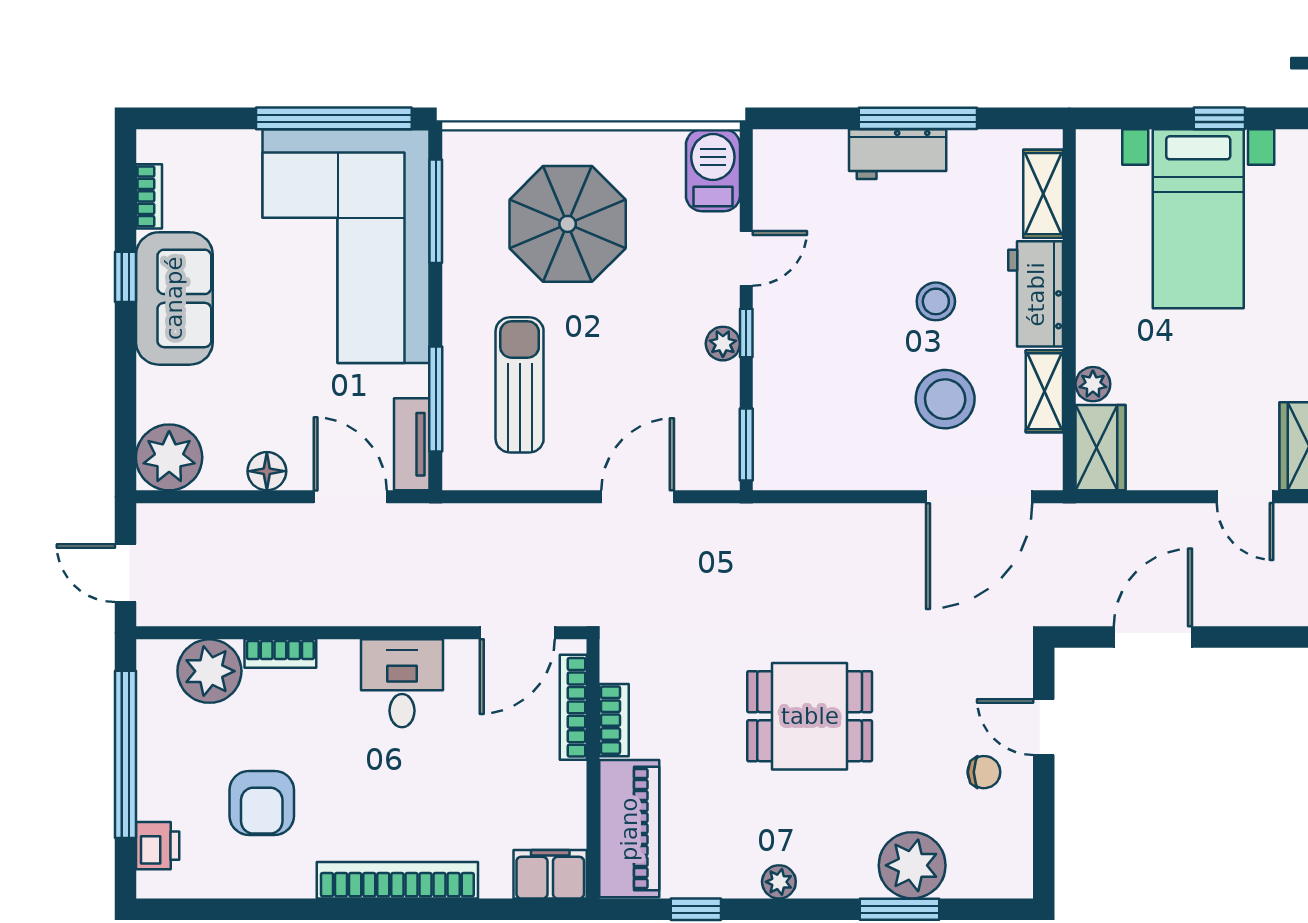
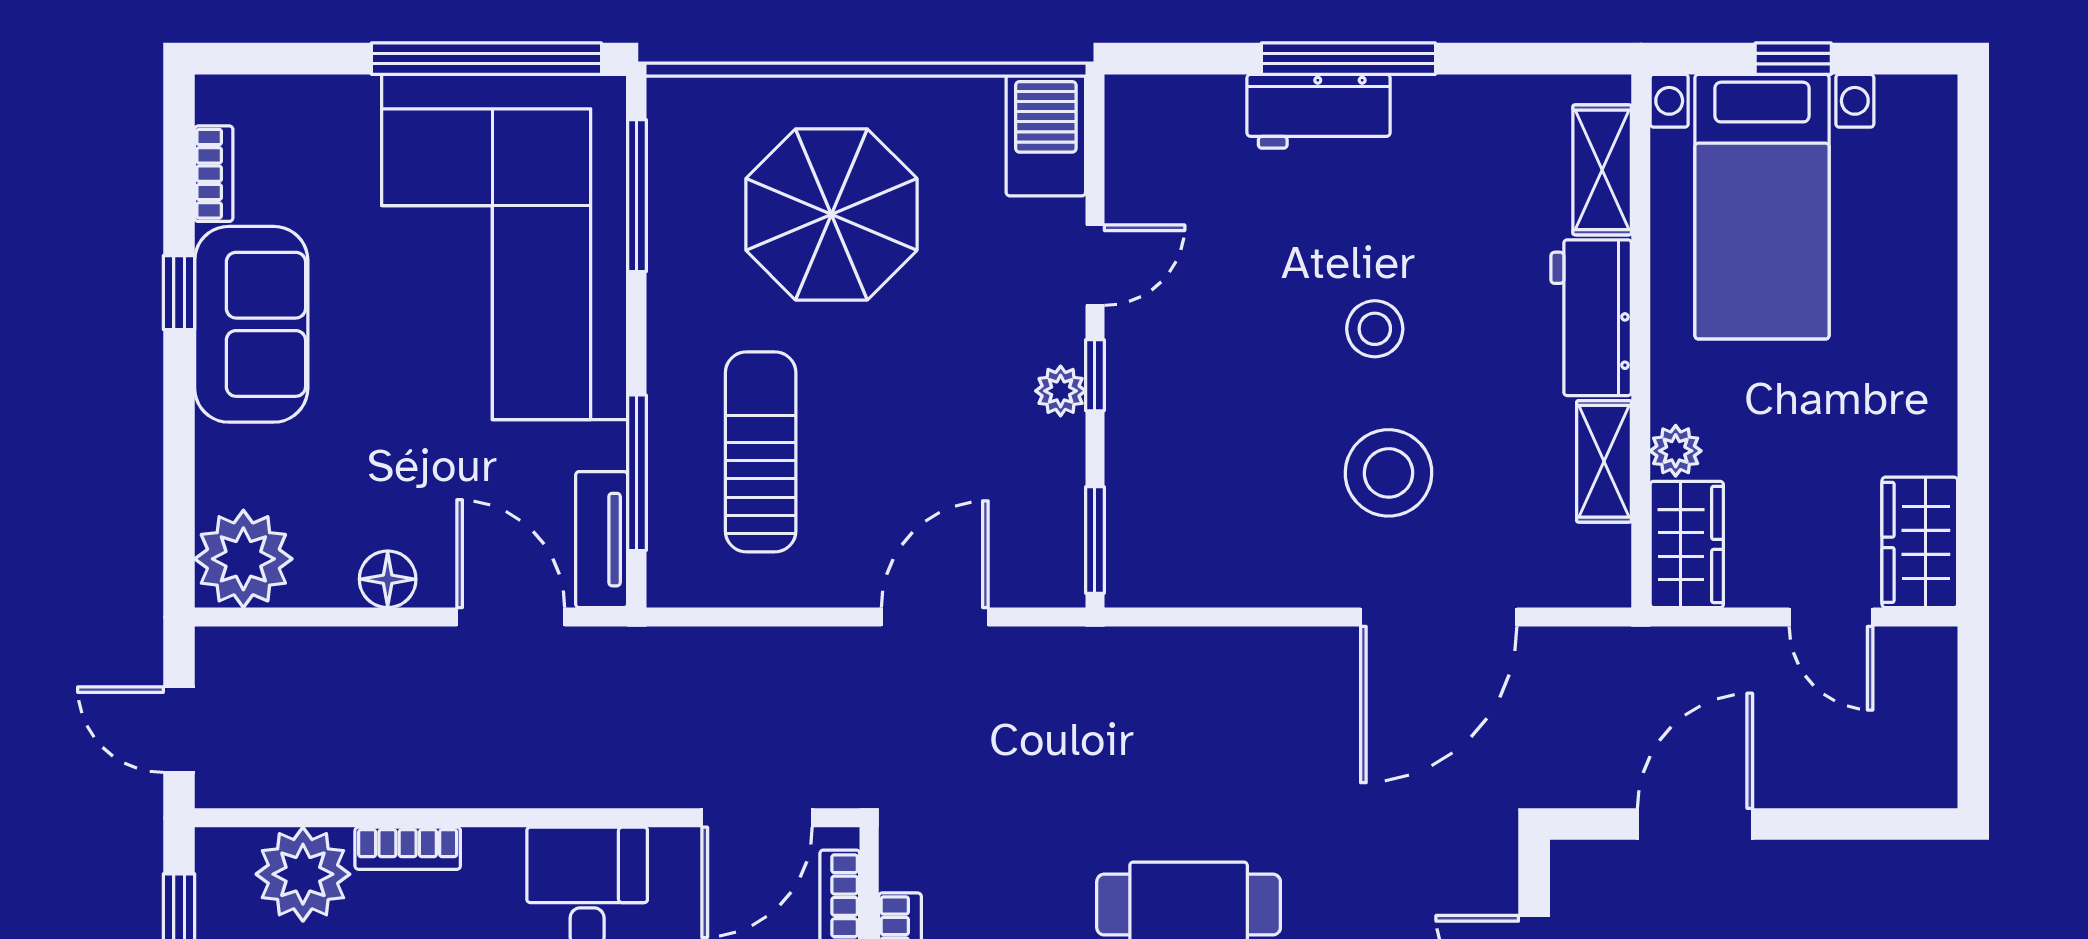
shelving: (1043, 194) -> (1602, 170), moved
workbench: (1036, 294) -> (1591, 318), moved
wall: (1069, 310) -> (1641, 341), moved
plant: (1093, 384) -> (1676, 451), moved
shelving: (1044, 391) -> (1604, 461), moved
wardrobe: (1101, 448) -> (1687, 544), moved

